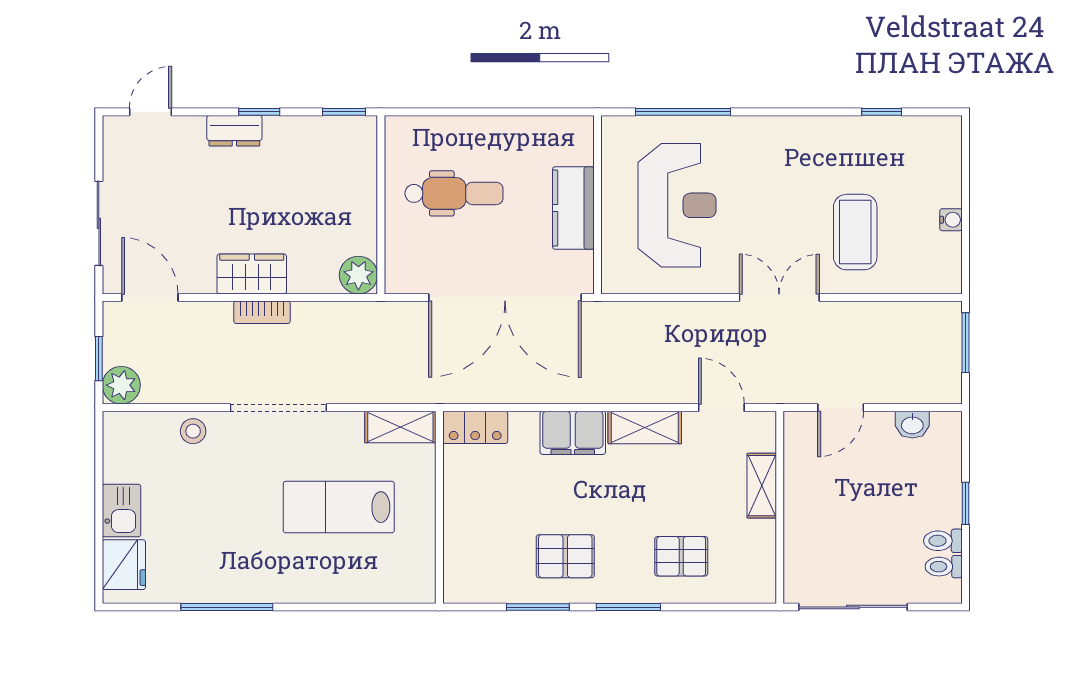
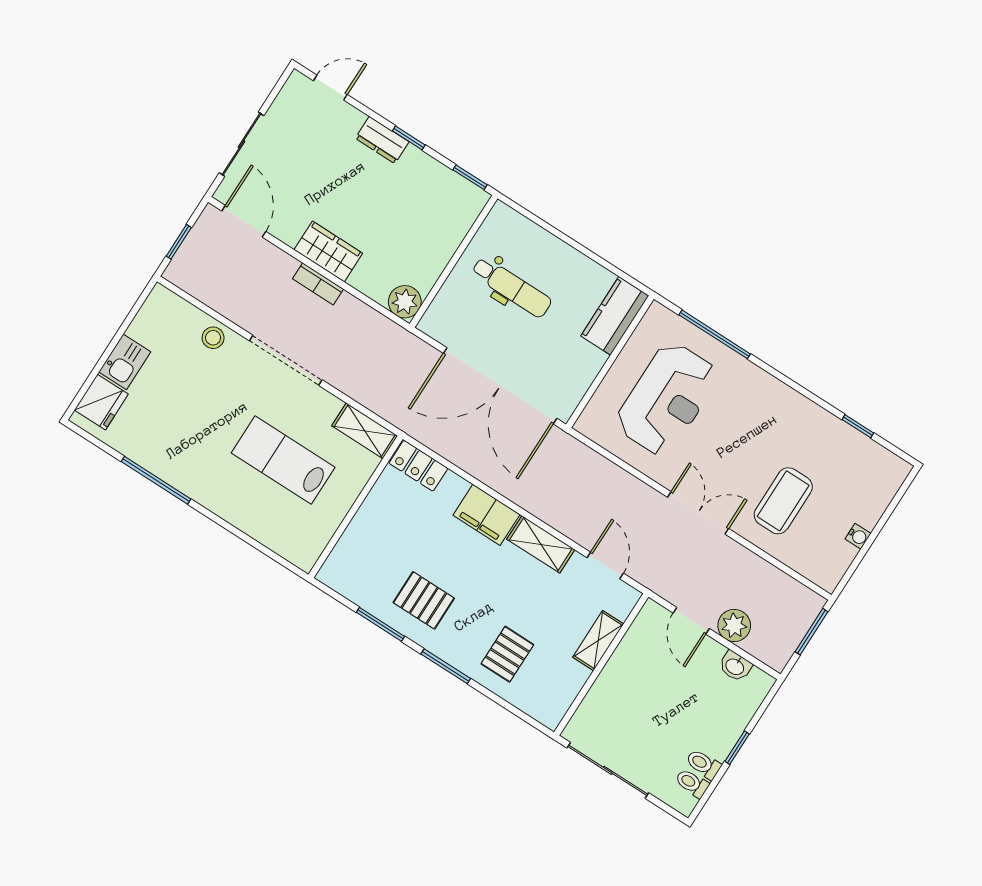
kitchen counter: (573, 208) -> (615, 316), moved
plant: (121, 385) -> (734, 625), moved
door: (841, 408) -> (691, 621), hinge flipped
pallet: (681, 556) -> (507, 654), turned 90

